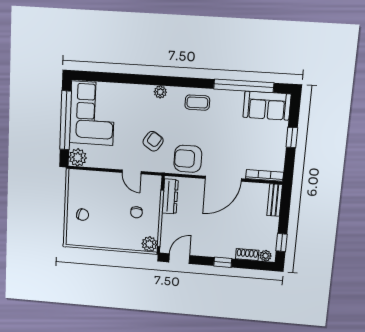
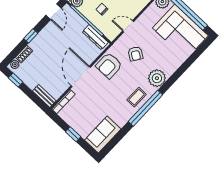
window: (244, 86) -> (145, 108), moved
plant: (160, 92) -> (157, 78), width x1.88, depth x1.88
armchair: (188, 159) -> (109, 65), turned 180

